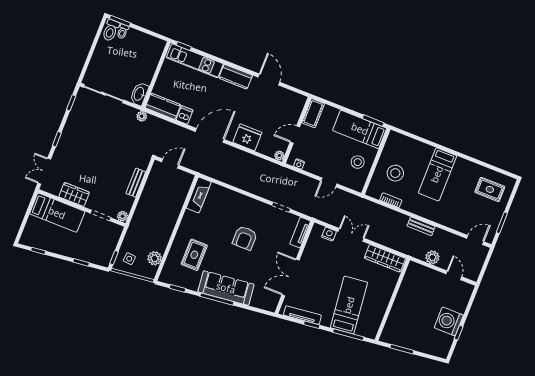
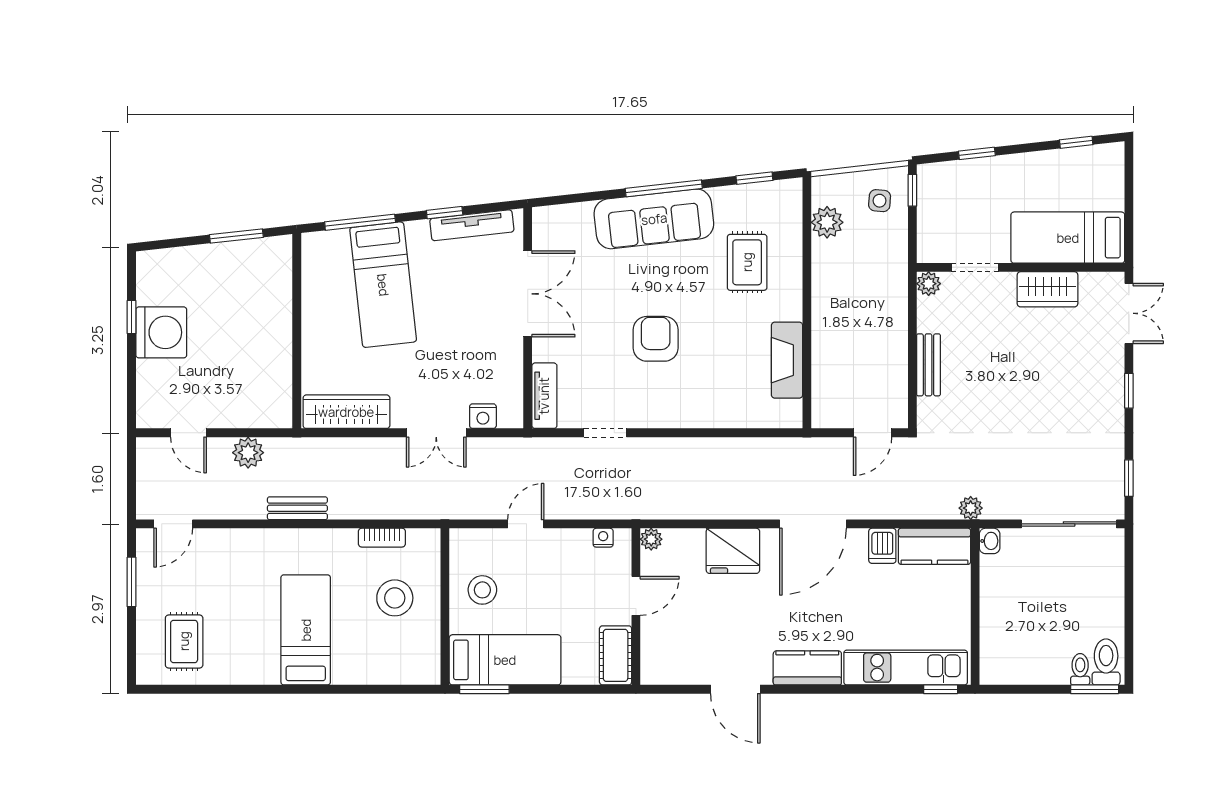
washbasin: (139, 94) -> (990, 541), width x0.52, depth x0.69
rug: (490, 189) -> (184, 641), turned 90
fireplace: (199, 195) -> (787, 360), moved

